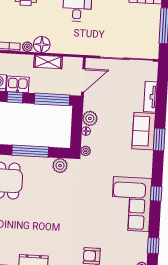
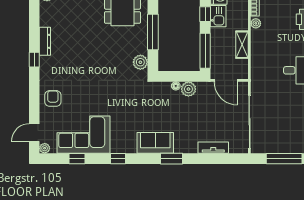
floor lamp: (42, 45) -> (259, 38), removed
sofa: (144, 131) -> (155, 143), moved
plant: (86, 151) -> (156, 87), removed
corner sofa: (131, 204) -> (84, 135), moved
window: (153, 246) -> (77, 159), moved

